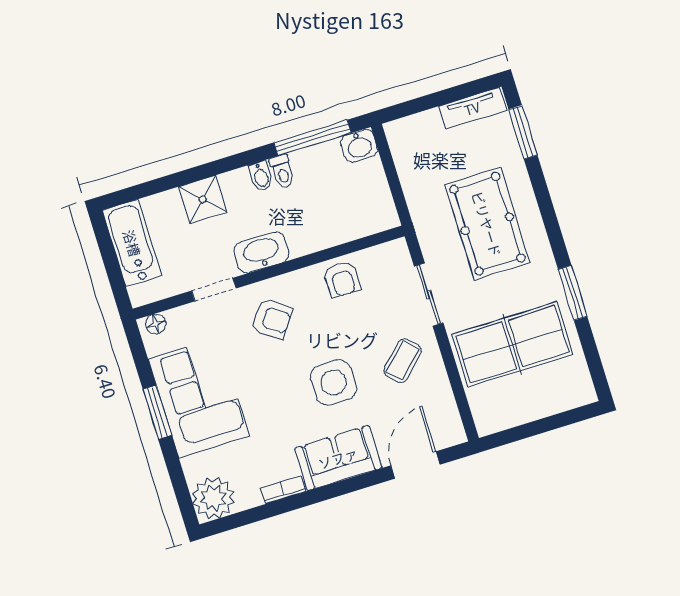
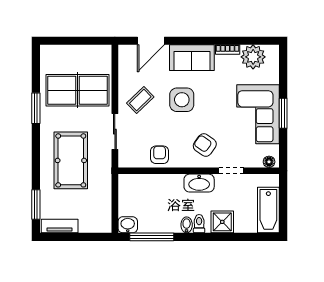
toilet: (282, 171) -> (199, 224), moved
plant: (213, 498) -> (253, 57), moved

